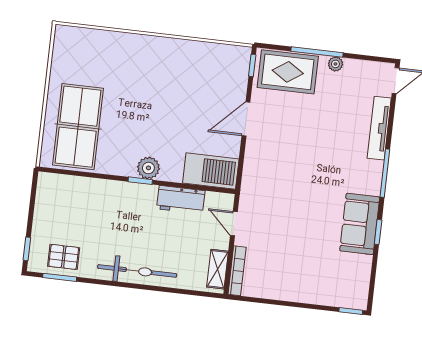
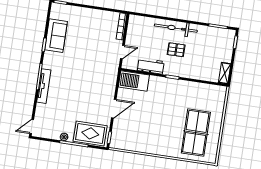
table tennis table: (78, 127) -> (196, 133), moved
tv unit: (379, 128) -> (44, 86), moved
plant: (148, 168) -> (168, 84), removed
door: (234, 224) -> (122, 52), hinge flipped
sofa: (360, 224) -> (56, 36), moved
pallet: (64, 257) -> (176, 50), moved
shelving: (218, 269) -> (225, 73), moved

